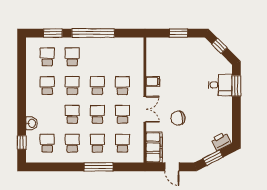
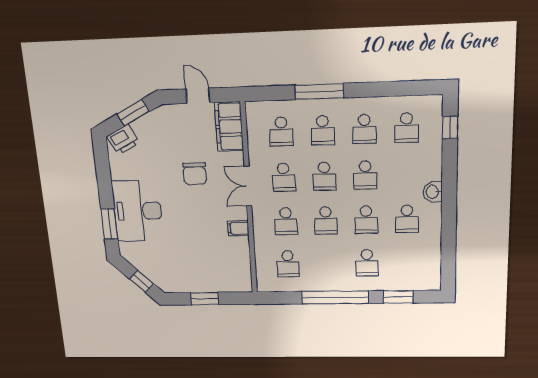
school desk: (47, 57) -> (288, 264), moved
desk: (220, 85) -> (138, 211), width x1.87, depth x1.30
chair: (178, 118) -> (195, 174), turned 101
washbasin: (32, 123) -> (433, 192), moved

